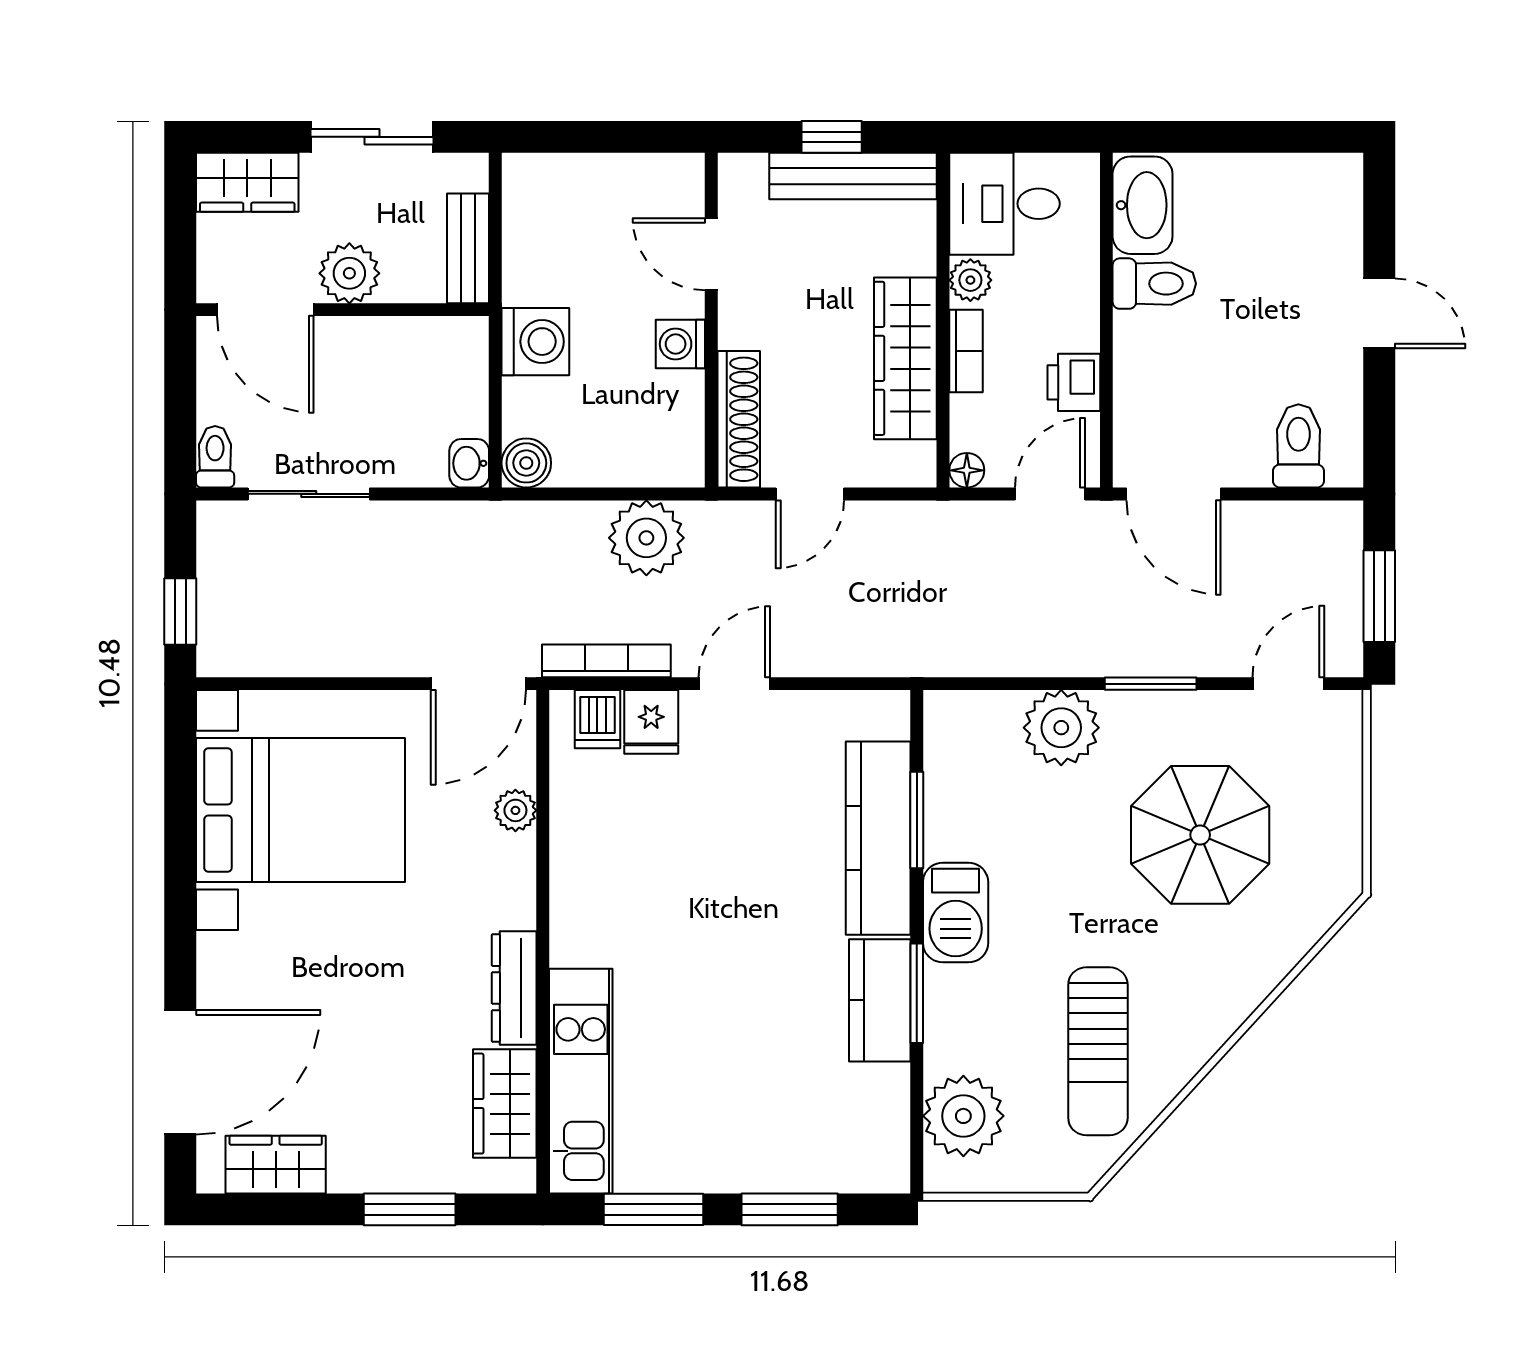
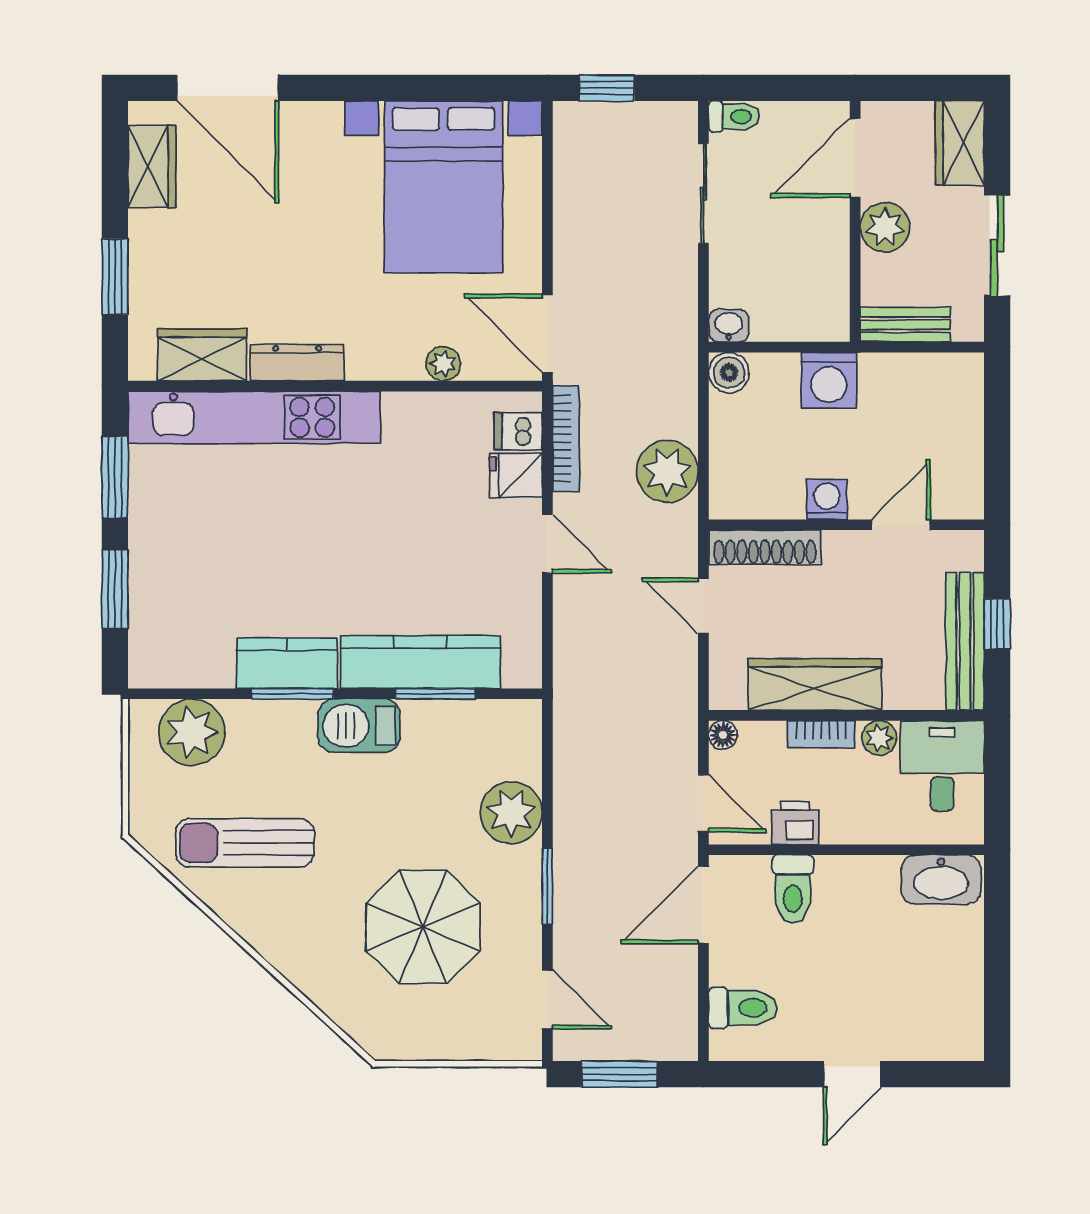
toilet: (1154, 284) -> (793, 889), moved
kitchen unit: (581, 1081) -> (254, 417), width x1.36

